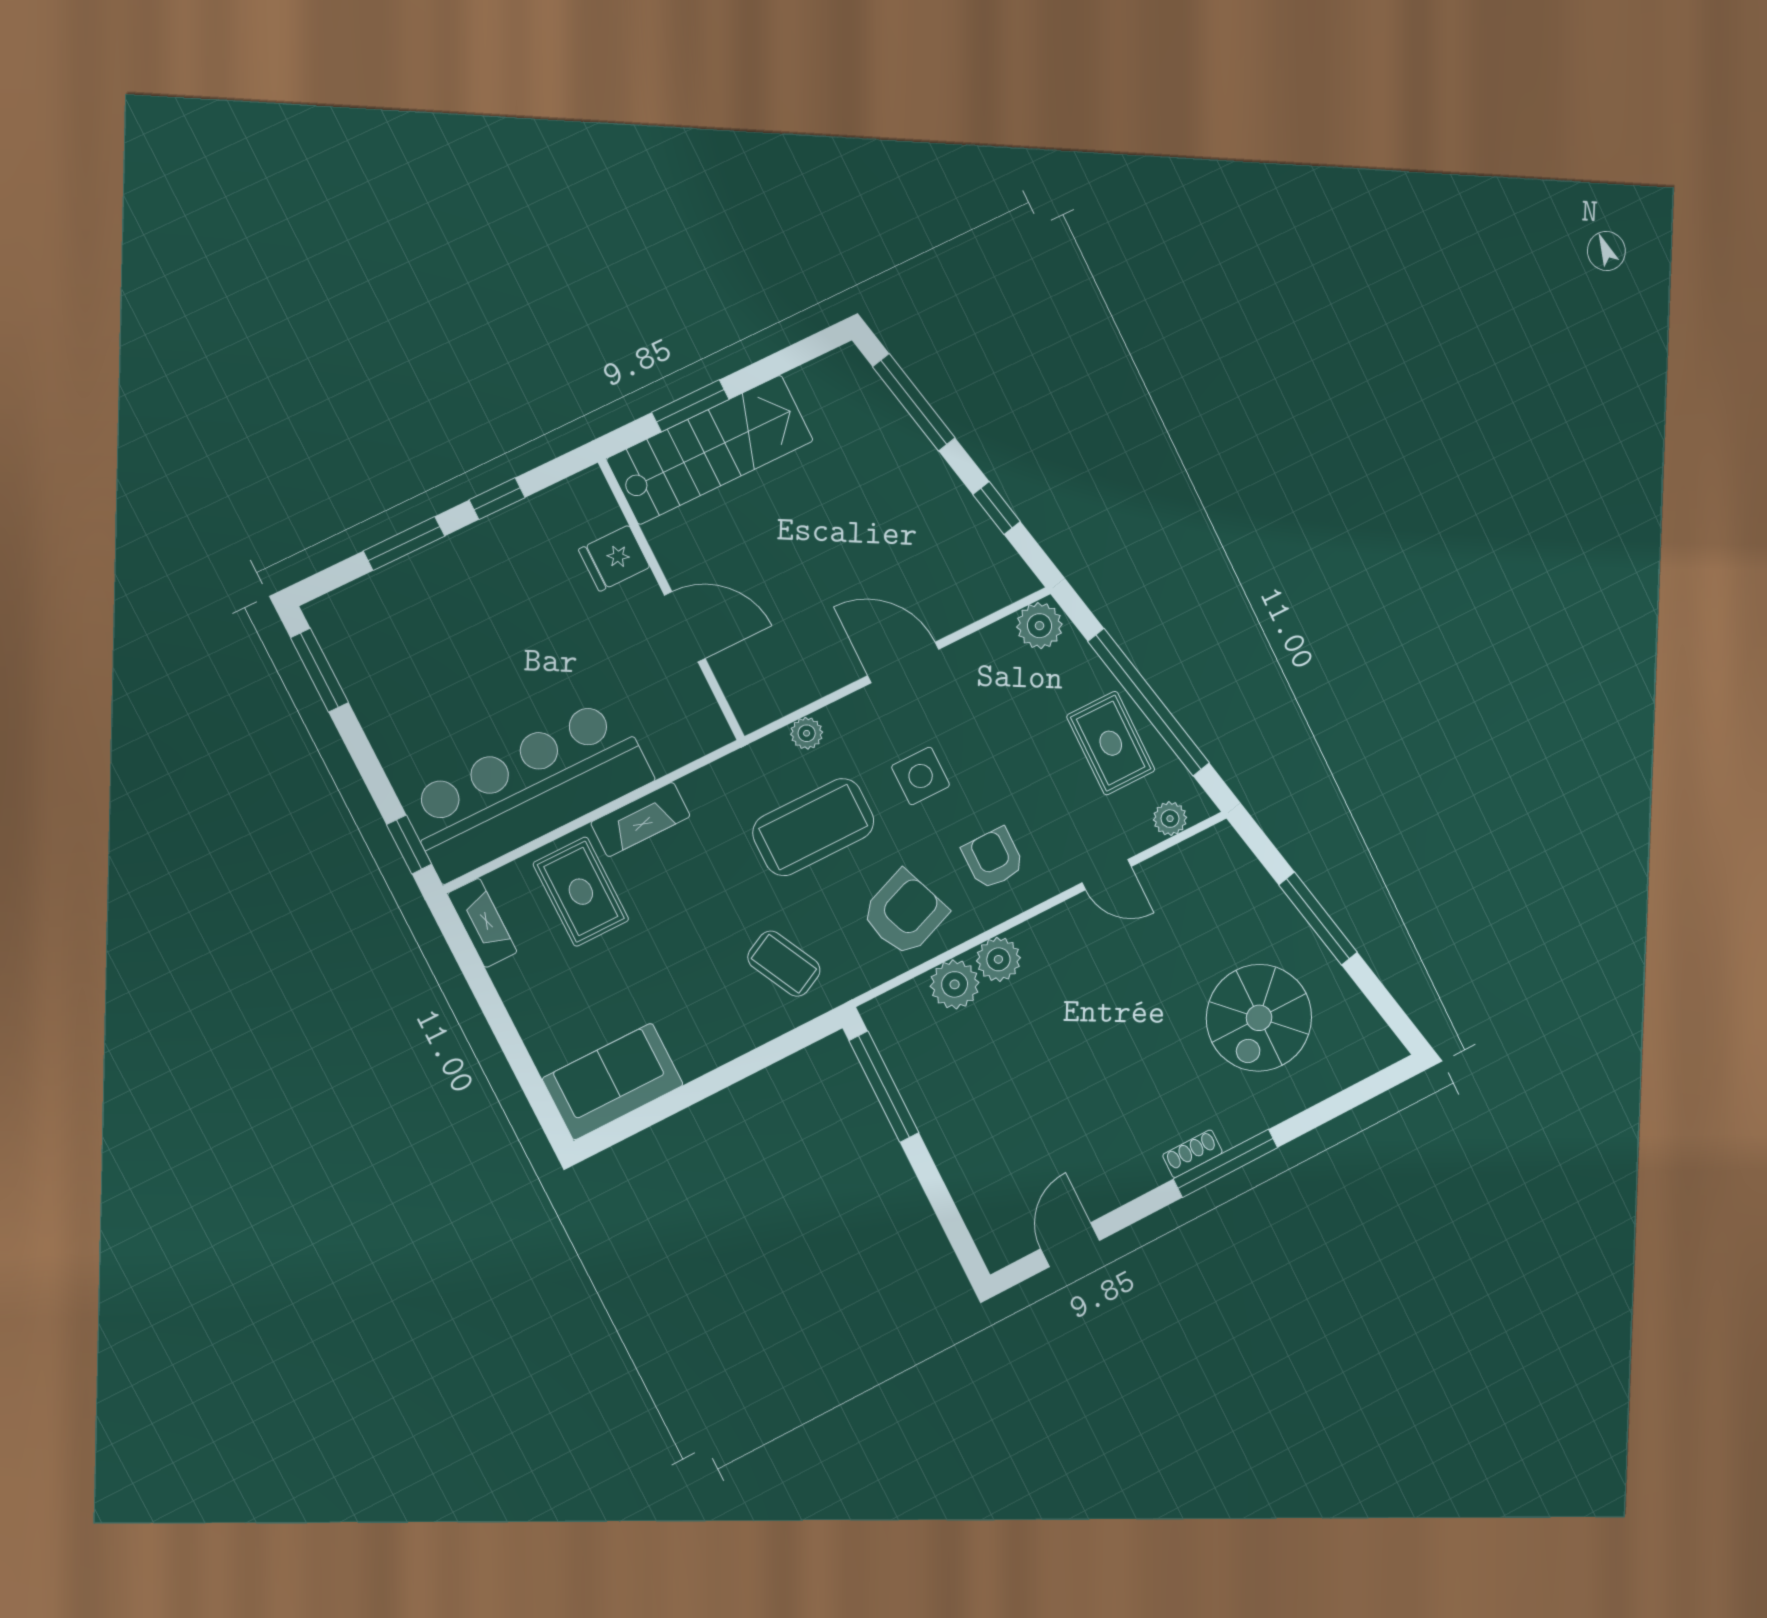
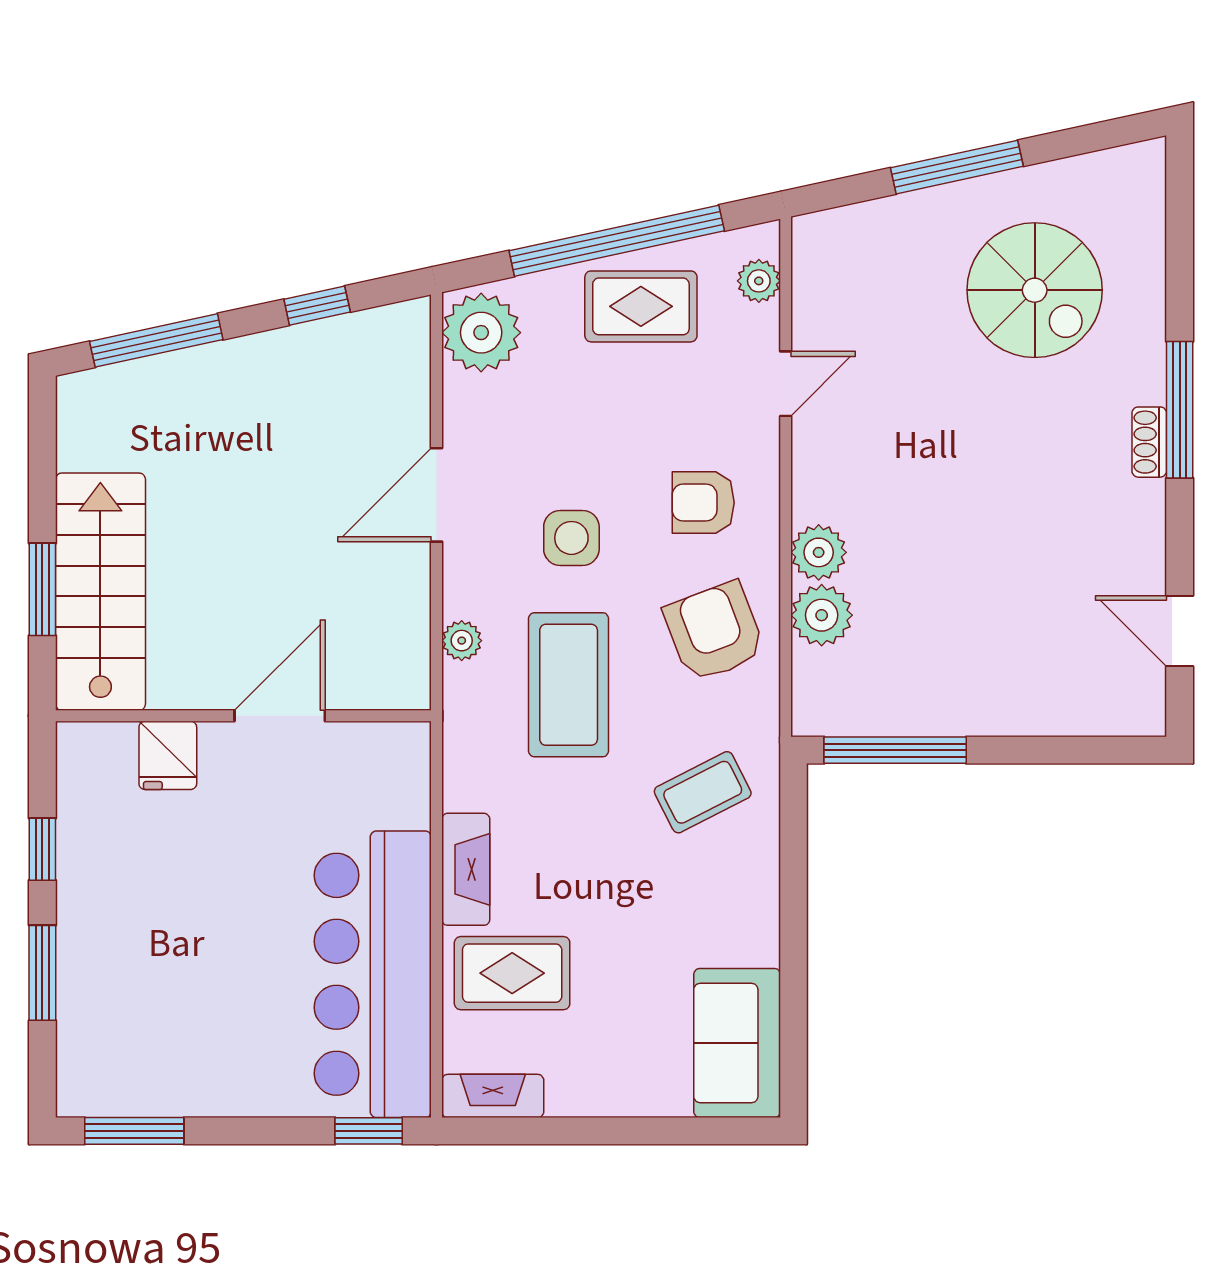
plant: (1039, 626) -> (481, 333), width x1.36, depth x1.36

